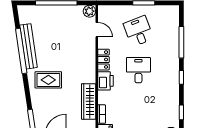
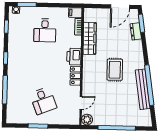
door: (97, 30) -> (81, 103), swing flipped
desk: (138, 70) -> (45, 30), moved
rug: (48, 80) -> (115, 70), moved, turned 90
dresser: (38, 110) -> (136, 31), added

